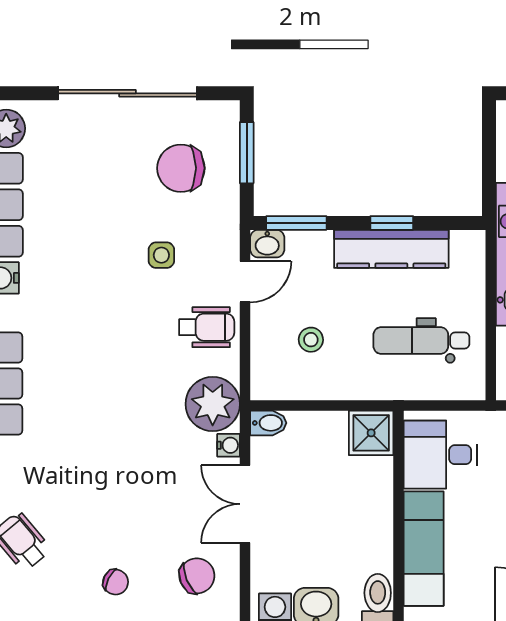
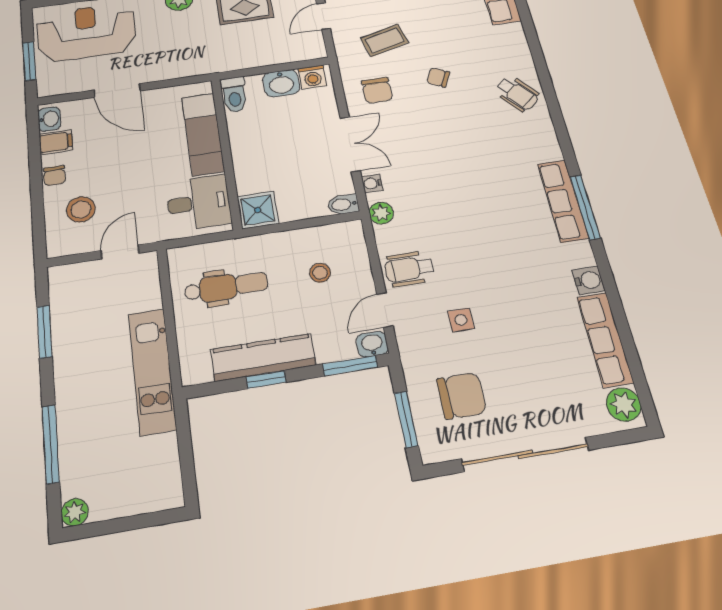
plant: (213, 404) -> (381, 213), width x0.53, depth x0.53
chair: (197, 576) -> (377, 90), turned -67

